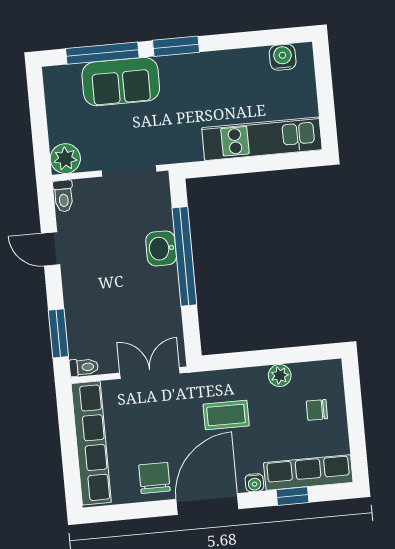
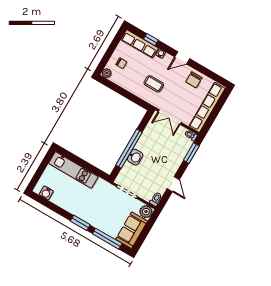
sofa: (121, 82) -> (132, 230), moved, turned -90
plant: (280, 375) -> (107, 73), moved
door: (207, 504) -> (182, 58), width x0.53

